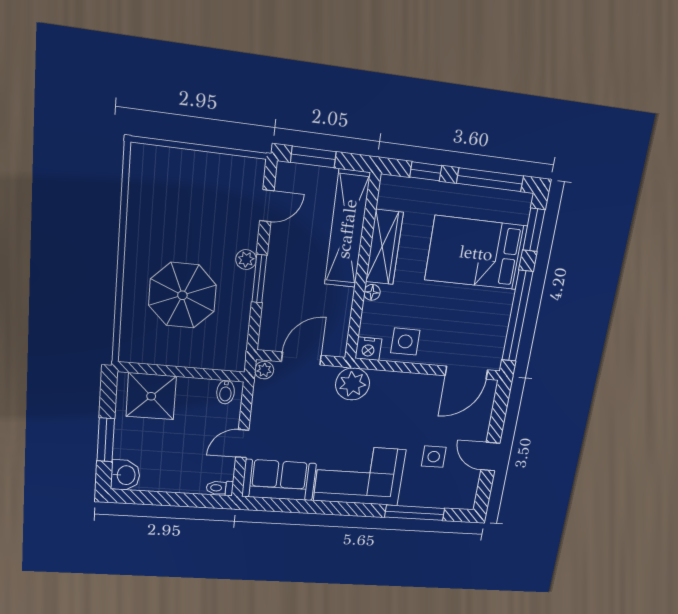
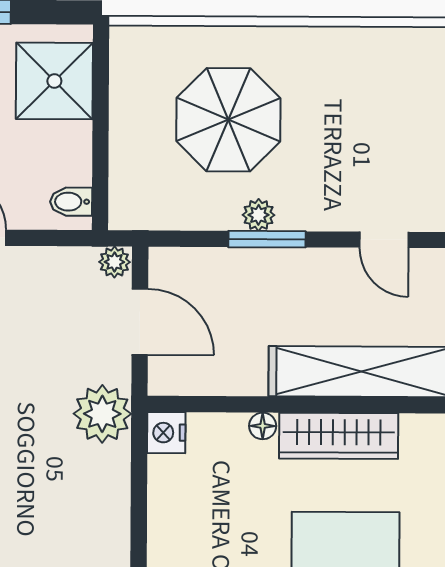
plant: (246, 260) -> (259, 215), moved
side table: (405, 341) -> (184, 494), removed

